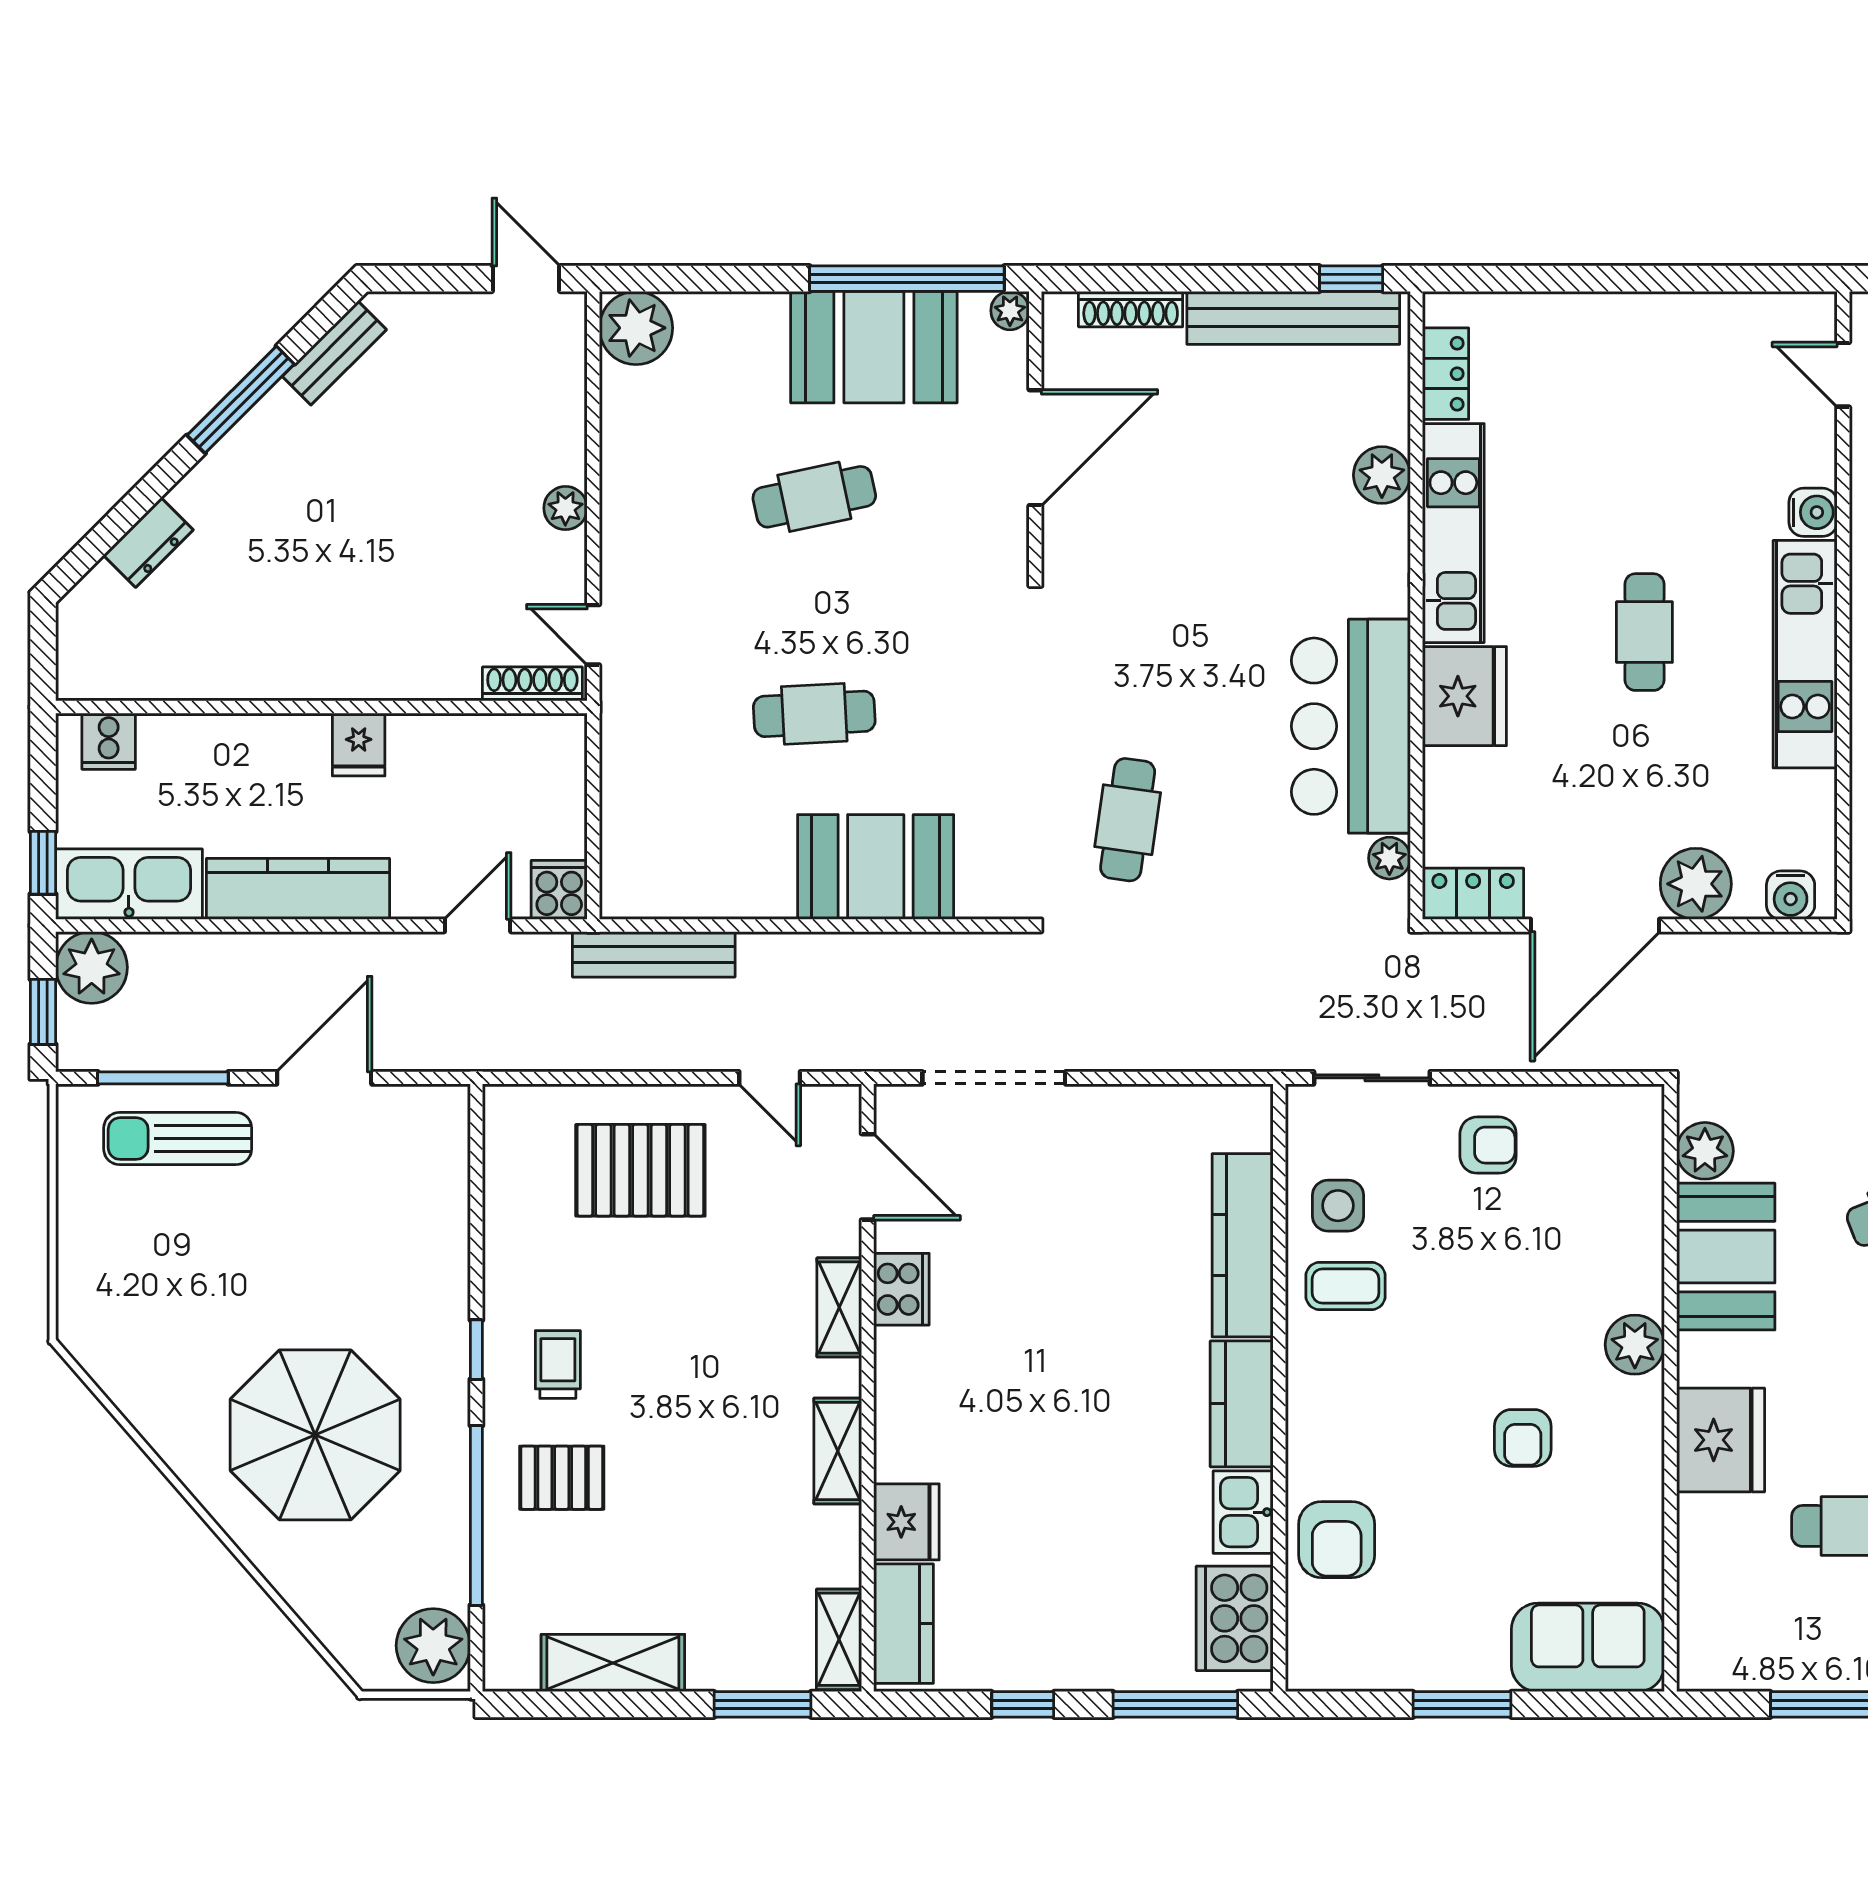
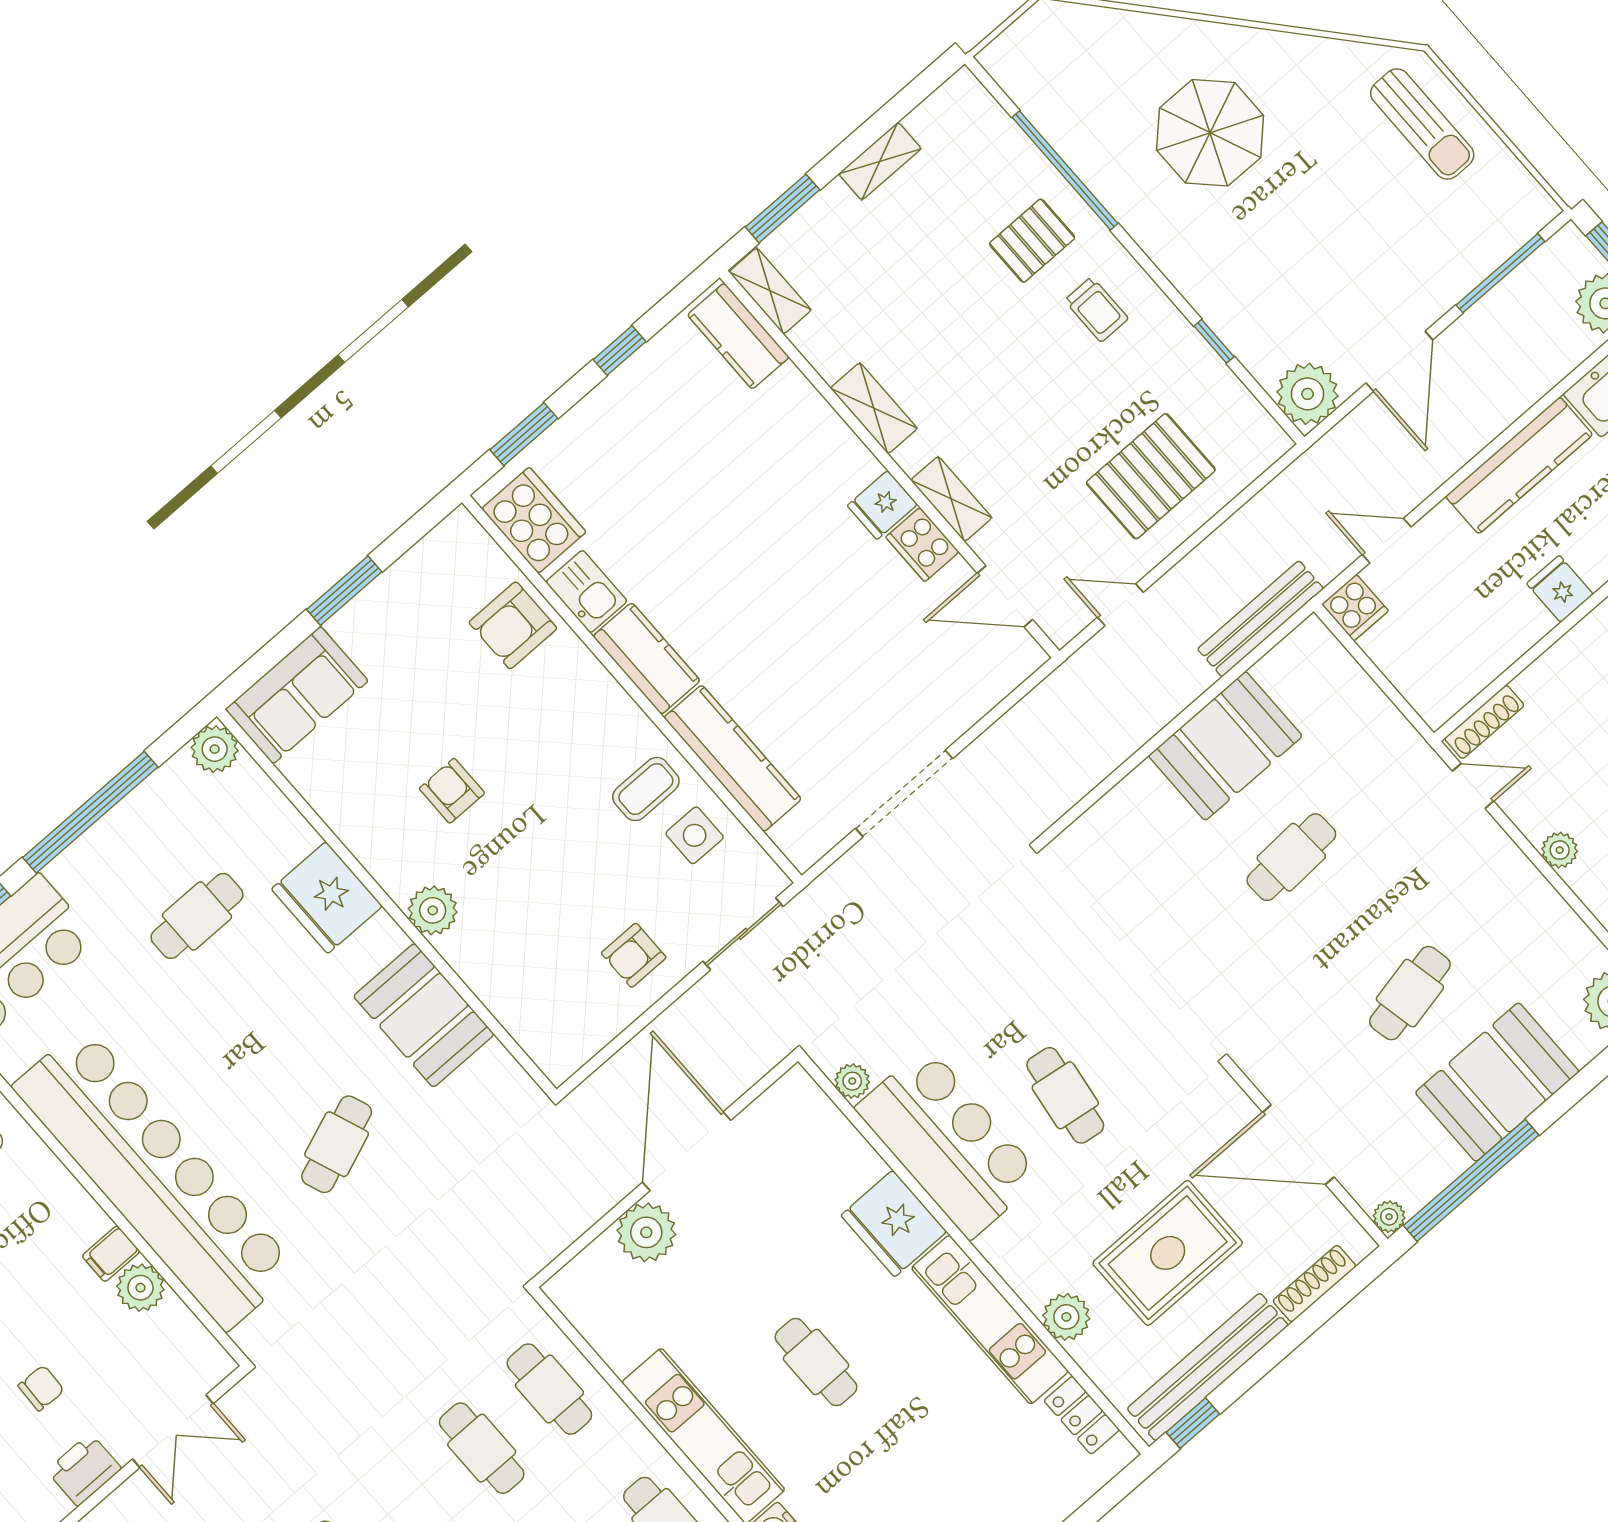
booth: (874, 347) -> (1497, 1082), moved
door: (1035, 448) -> (1298, 1145), hinge flipped
rug: (1239, 453) -> (1168, 1253), added
cafe table: (1128, 820) -> (1065, 1095), moved
booth: (876, 867) -> (1225, 746), moved
locker: (1473, 894) -> (780, 1104), removed
water cooler: (1791, 895) -> (581, 1277), removed
door: (478, 925) -> (1387, 541), swing flipped
doorway: (994, 1078) -> (904, 793), moved
sun lounger: (178, 1139) -> (1422, 124), moved, turned 90
plant: (1705, 1151) -> (215, 749), moved
window: (476, 1350) -> (1214, 341), moved
parasol: (315, 1435) -> (1210, 133), width x0.73, depth x0.73
fridge: (906, 1522) -> (882, 505), moved, width x0.72
armchair: (1337, 1540) -> (513, 625), turned -90
plant: (433, 1646) -> (1308, 394), moved
shelving: (613, 1663) -> (880, 161), width x0.67, depth x0.75
window: (1175, 1704) -> (524, 434), width x0.69

